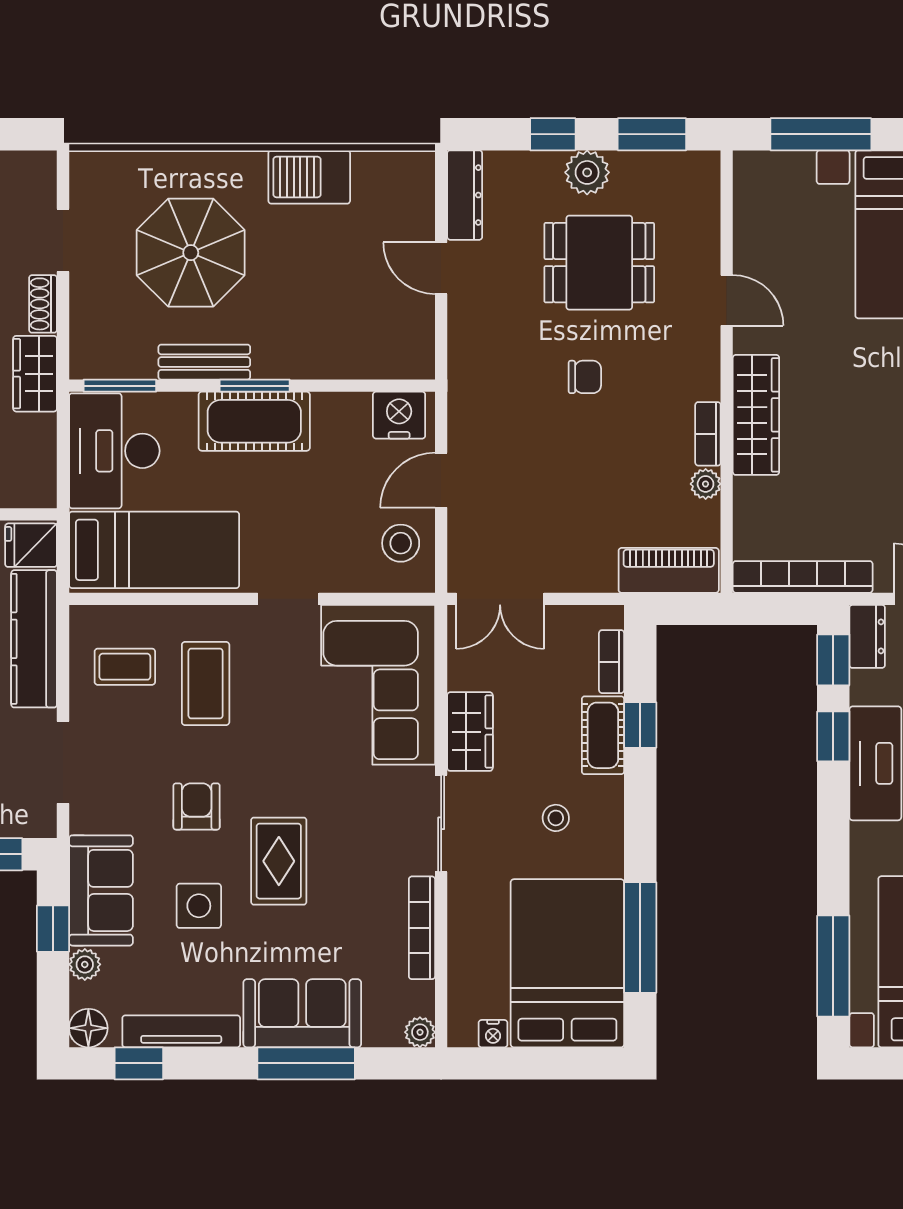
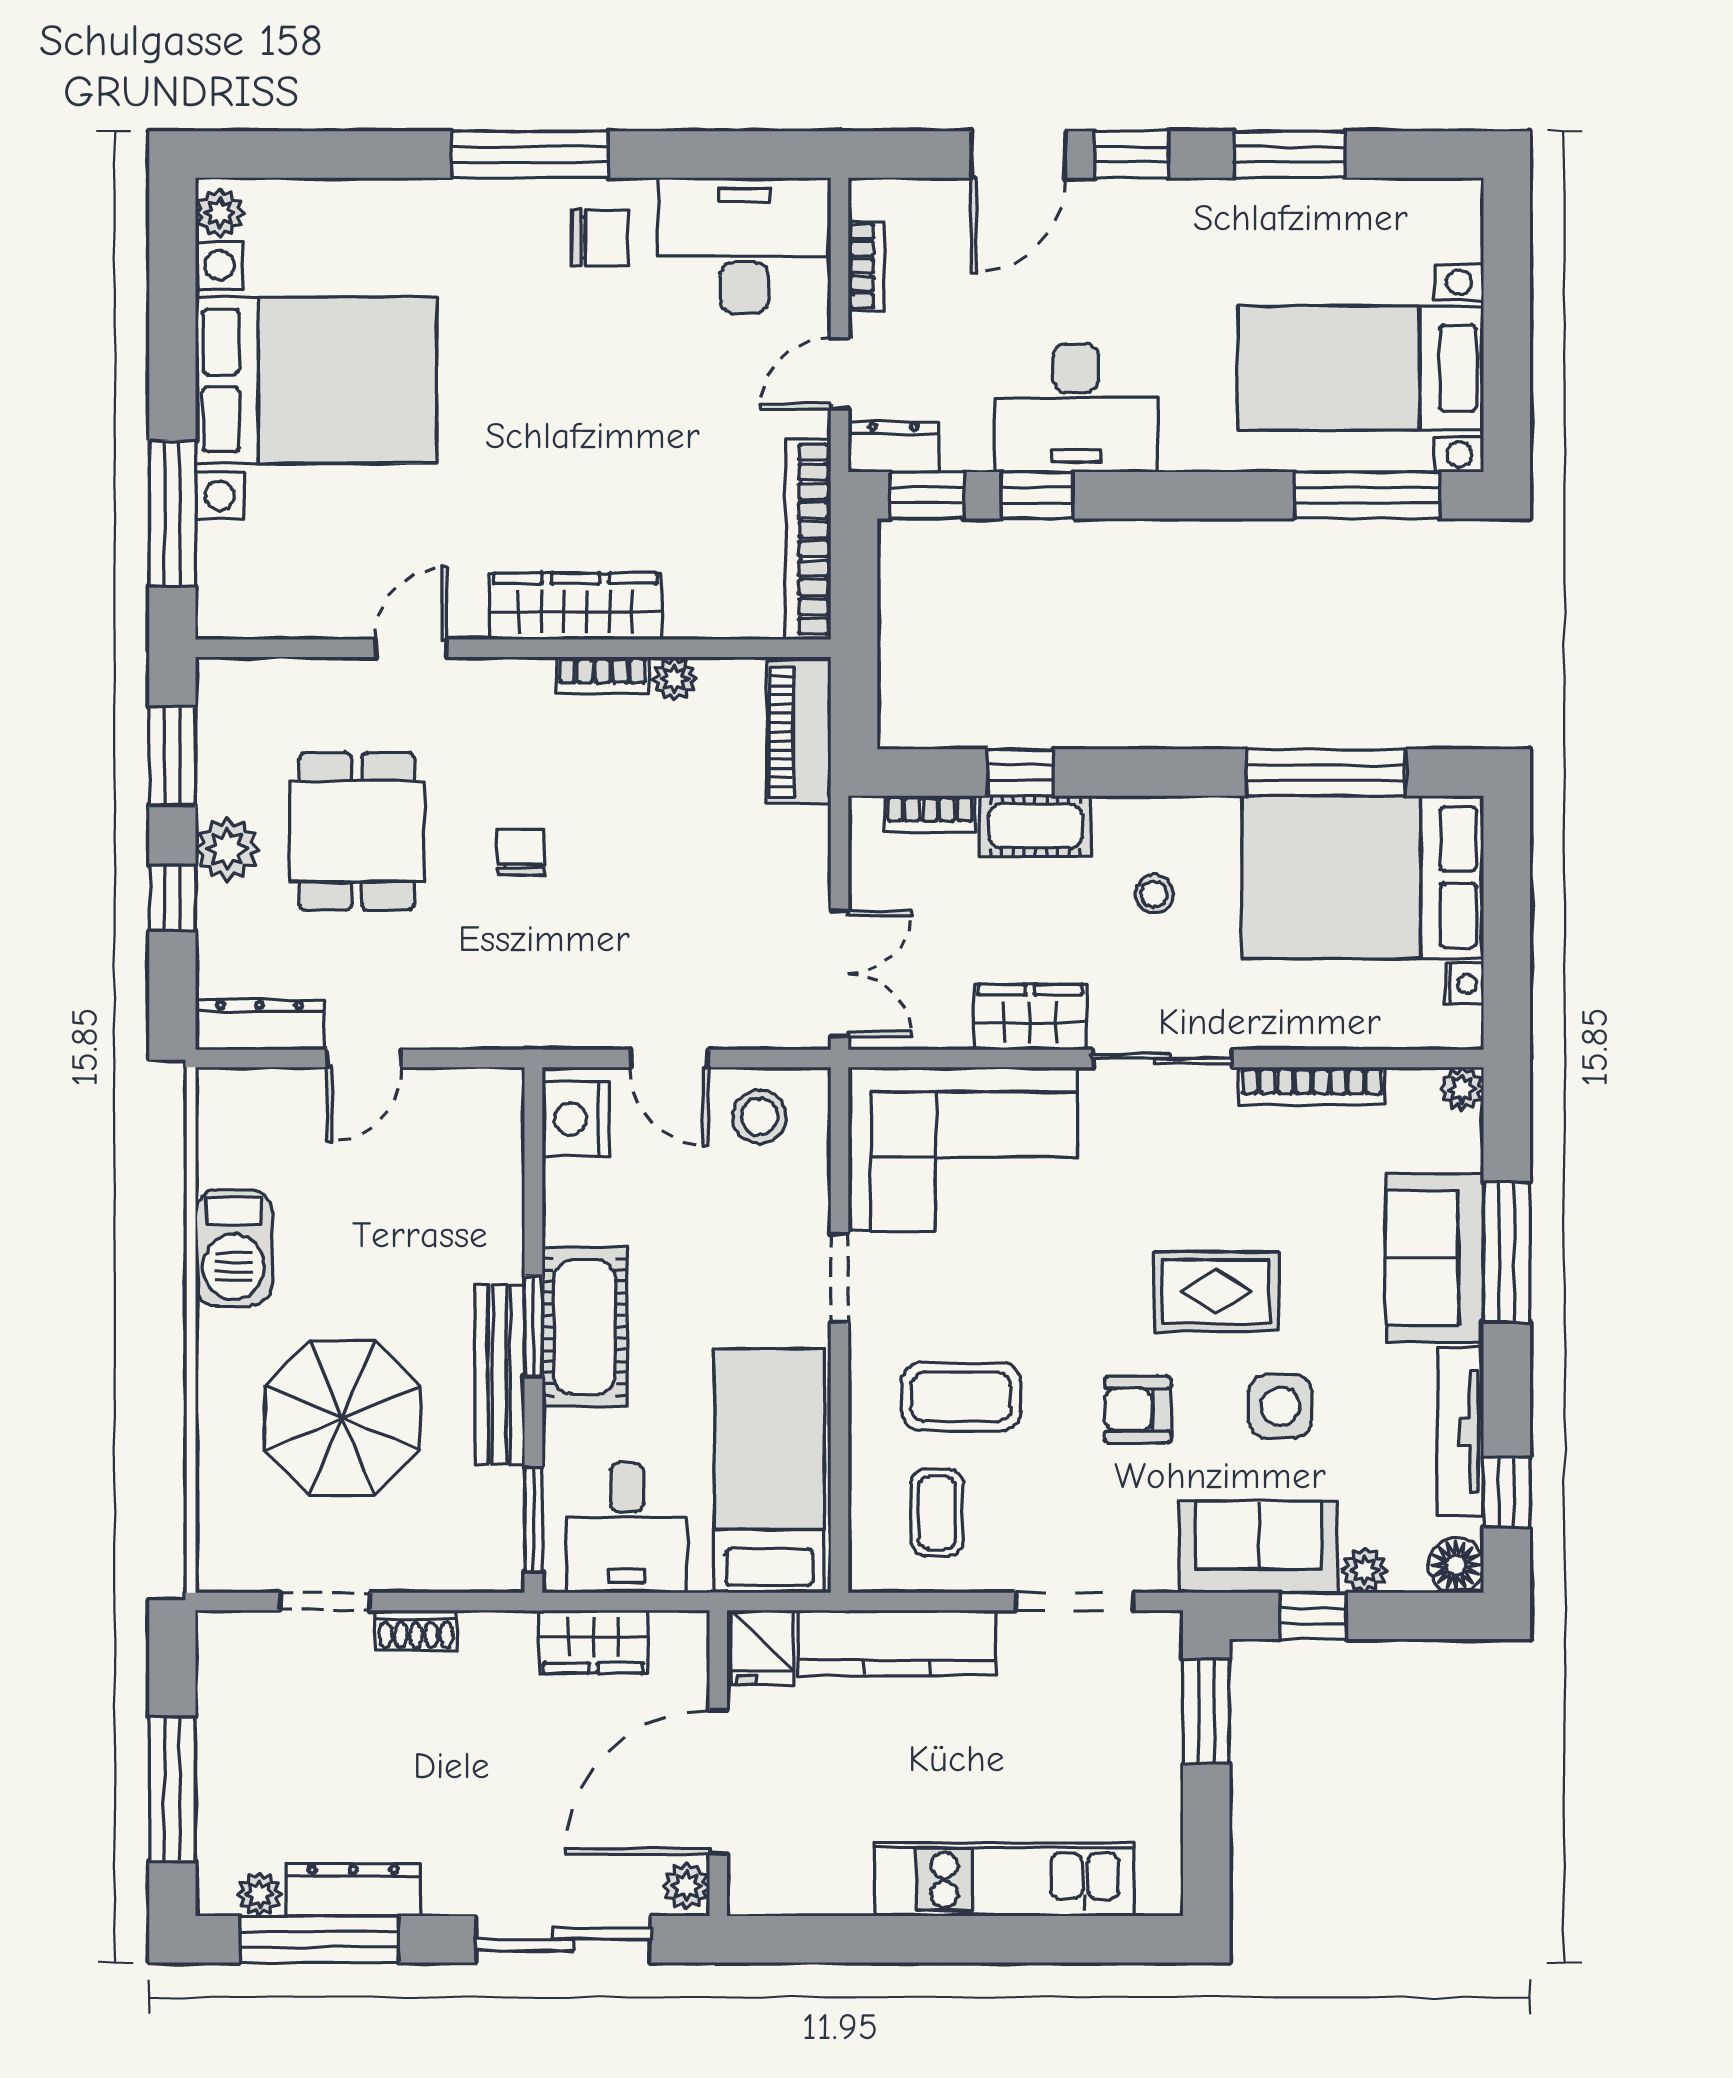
bench: (204, 362) -> (500, 1375), width x1.36
wardrobe: (35, 374) -> (593, 1642), moved
desk: (114, 451) -> (627, 1528), width x0.73

